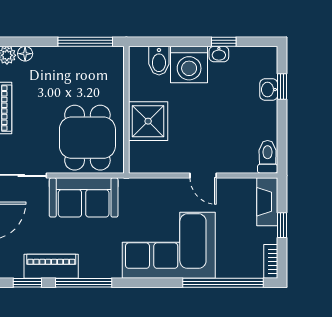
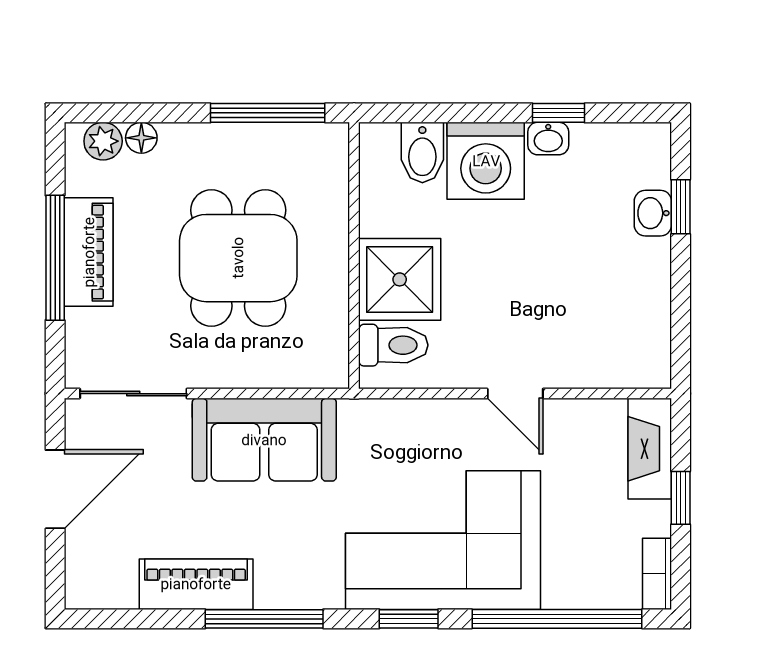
dining table: (87, 138) -> (238, 258), moved
toilet: (268, 157) -> (393, 345), moved, turned 90
window: (27, 283) -> (409, 619), moved

